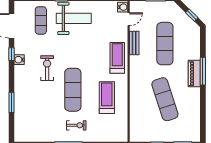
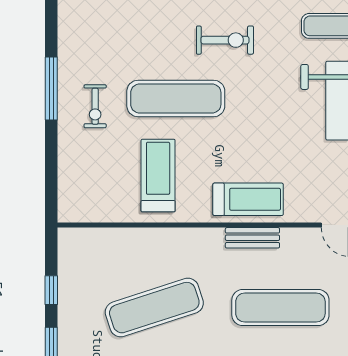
bench: (134, 43) -> (252, 238), moved
treadmill: (107, 98) -> (158, 176), turned -90

